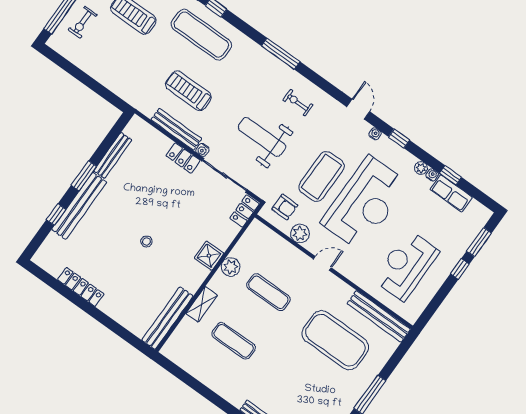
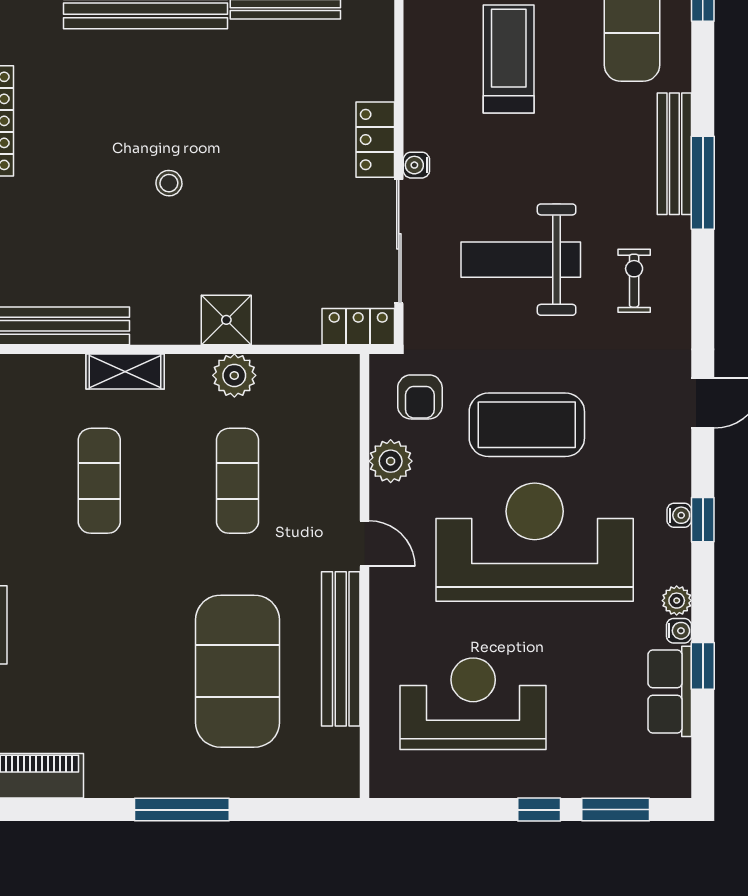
bench: (176, 129) -> (674, 154), moved
water cooler: (375, 134) -> (679, 515), moved
weight bench: (262, 137) -> (521, 260), turned -90
reception desk: (365, 203) -> (535, 542), turned 180
bench: (379, 316) -> (341, 649), moved

